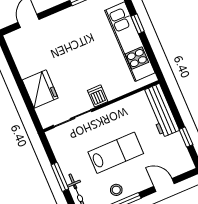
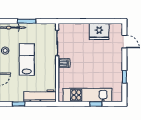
fridge: (40, 89) -> (99, 31), moved
lab bench: (116, 153) -> (27, 59), turned 180

